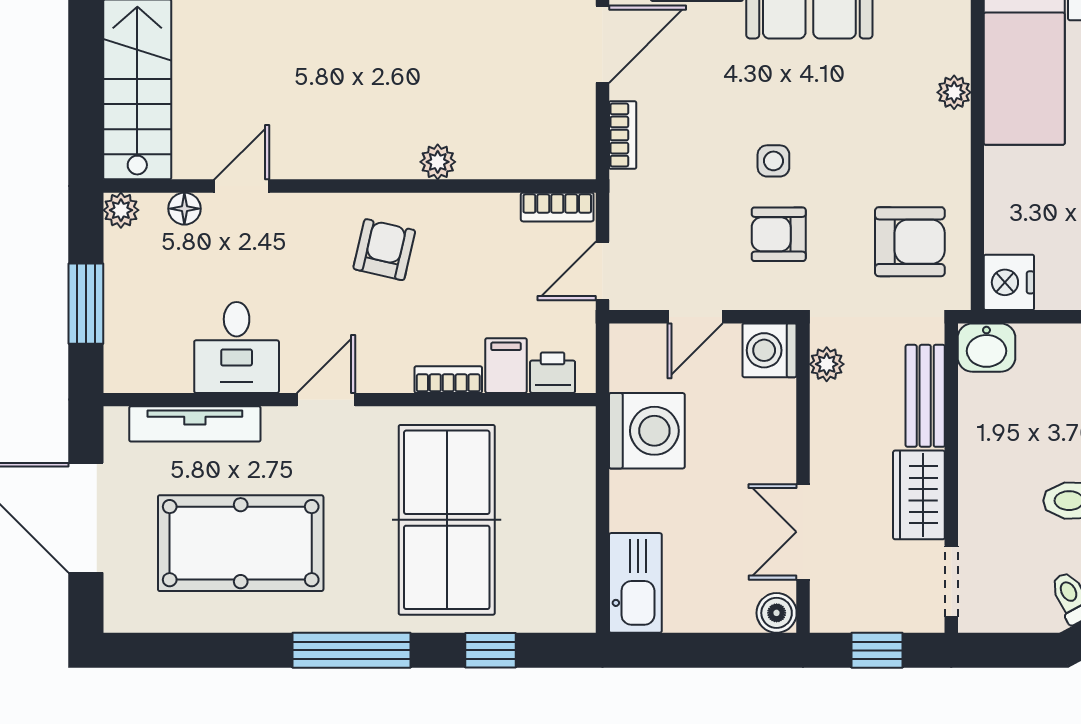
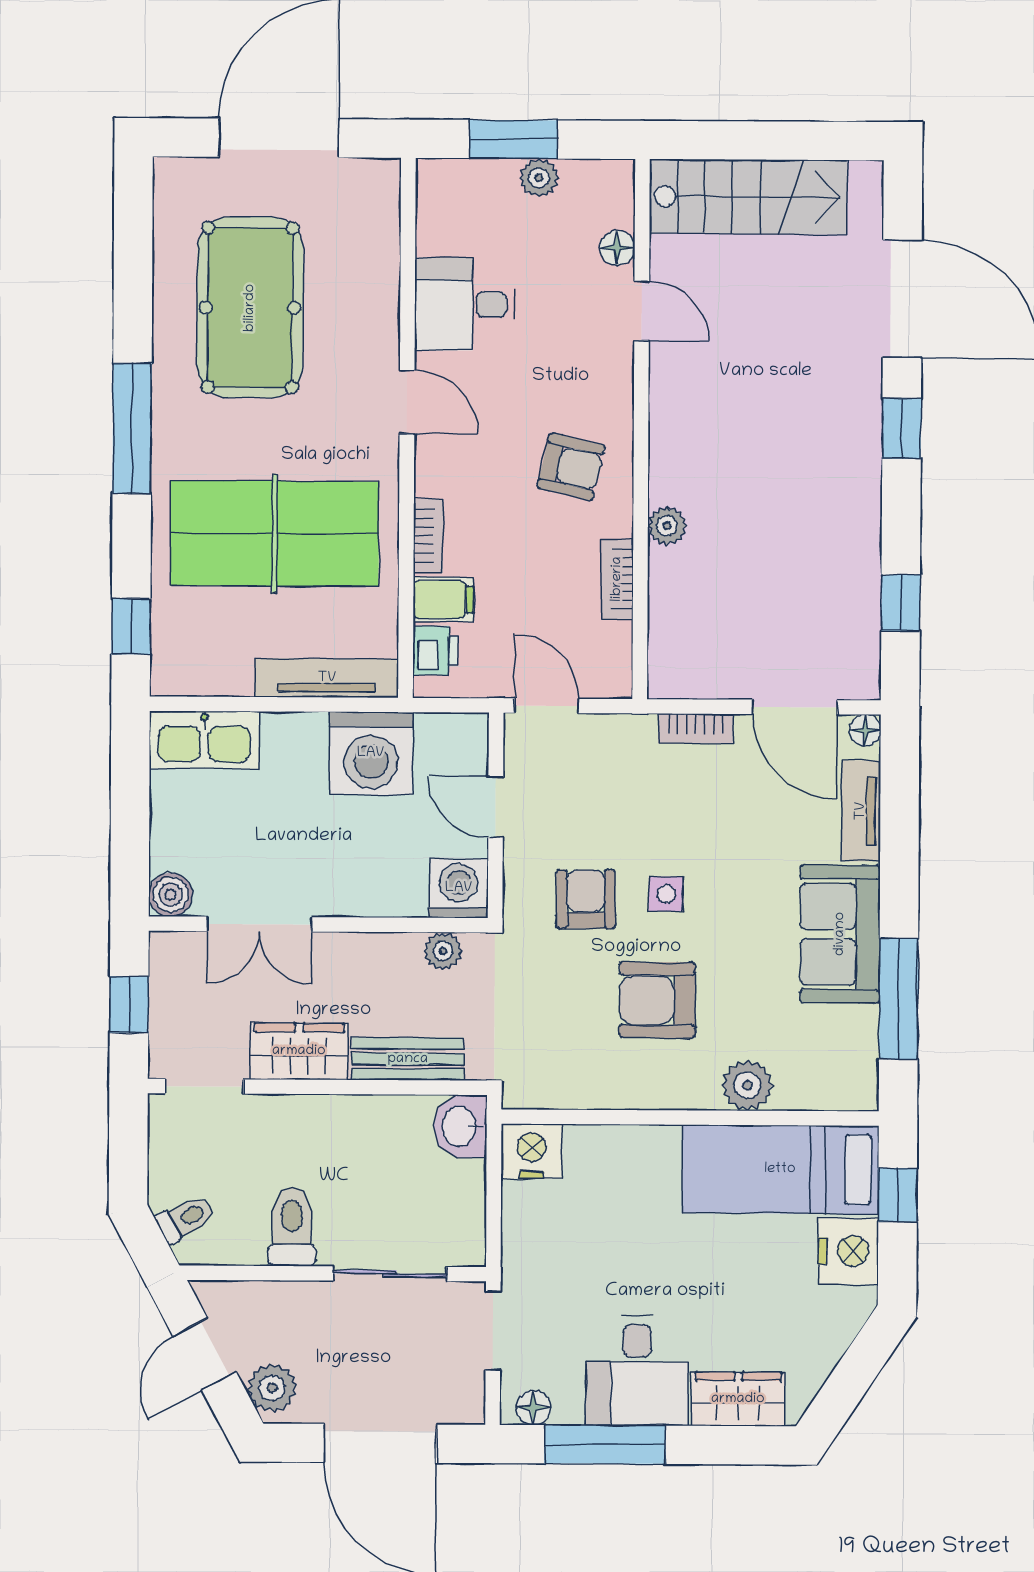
plant: (954, 92) -> (747, 1085), width x1.38, depth x1.38
bookcase: (557, 207) -> (617, 579), moved
plant: (121, 210) -> (539, 178), moved
armchair: (910, 242) -> (657, 1000), moved, turned 90
tv unit: (195, 424) -> (327, 678), moved, turned 90
double door: (803, 532) -> (259, 924), swing flipped
window: (491, 650) -> (131, 627), moved

